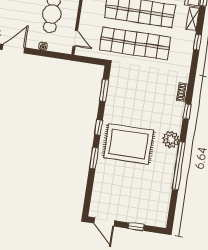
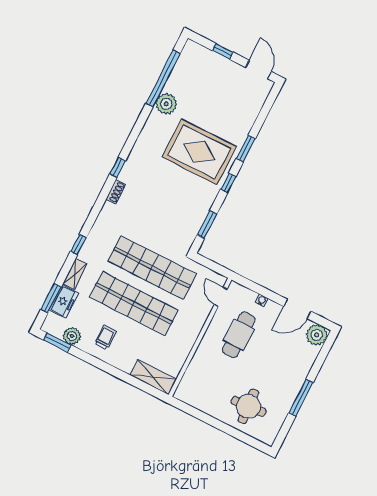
plant: (171, 139) -> (166, 104), moved
window: (179, 166) -> (163, 78), moved

